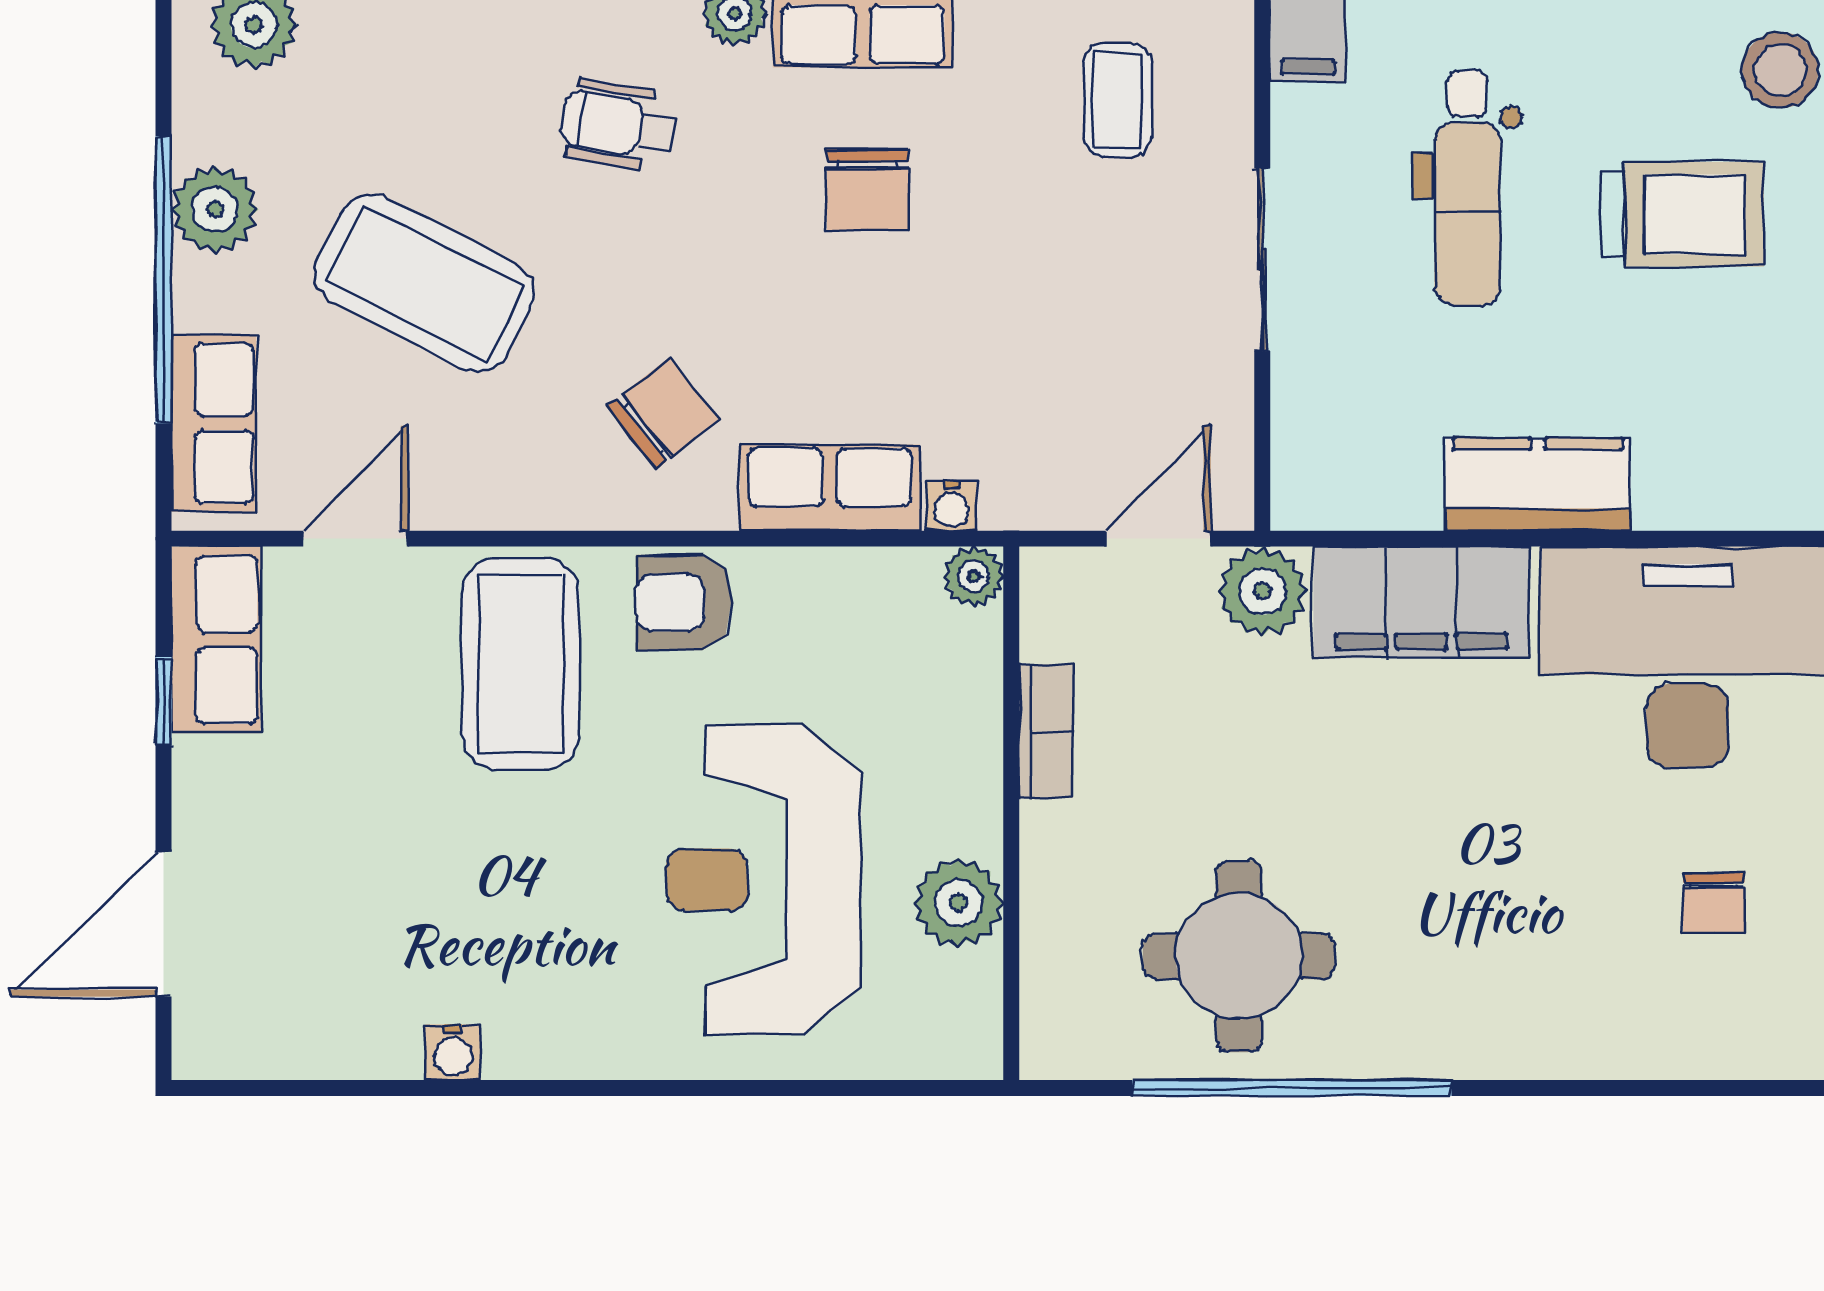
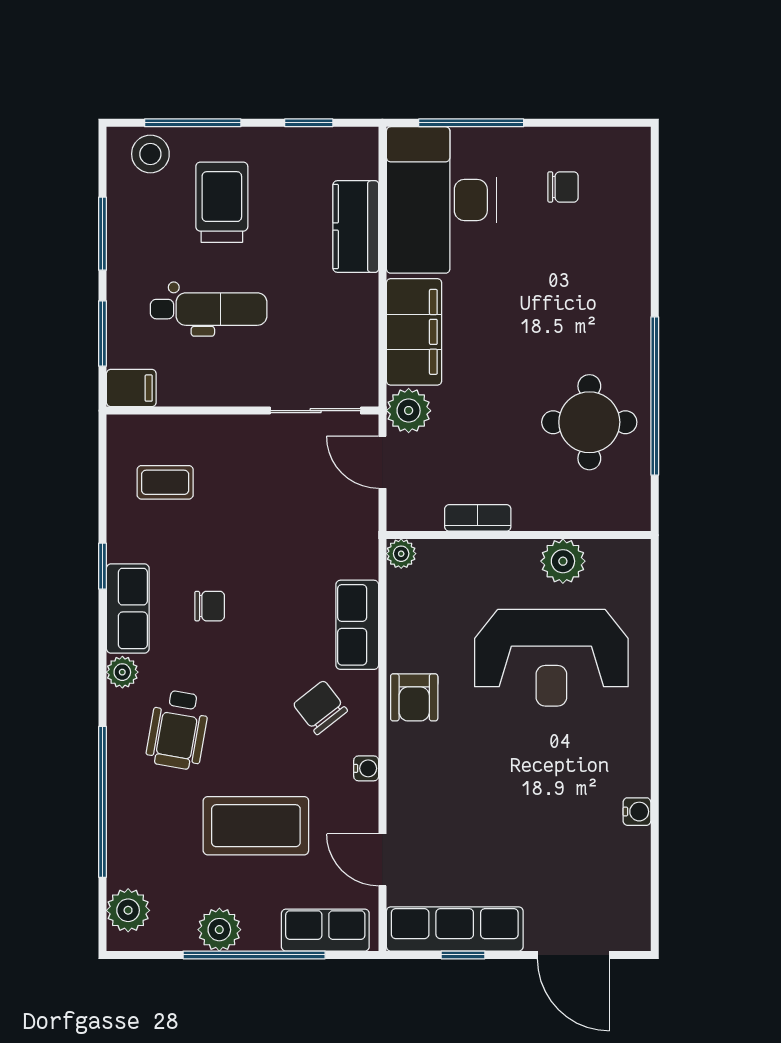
wheelchair: (618, 125) -> (178, 730), width x1.36, depth x1.37
chair: (868, 190) -> (210, 606), width x0.73, depth x0.73
sliding door: (1262, 260) -> (316, 411), moved
coffee table: (424, 283) -> (256, 826), turned 63
kitchen counter: (1538, 485) -> (356, 227), moved
water cooler: (951, 506) -> (366, 768), moved
row of seats: (216, 640) -> (455, 929), width x1.48
coffee table: (521, 664) -> (444, 778), removed

